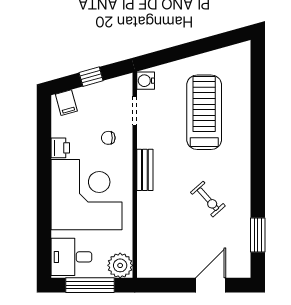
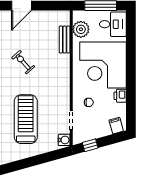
window: (91, 77) -> (90, 145), moved
treadmill: (204, 112) -> (26, 119), turned 180
bench: (145, 170) -> (65, 40), moved
plant: (120, 265) -> (81, 29), moved

